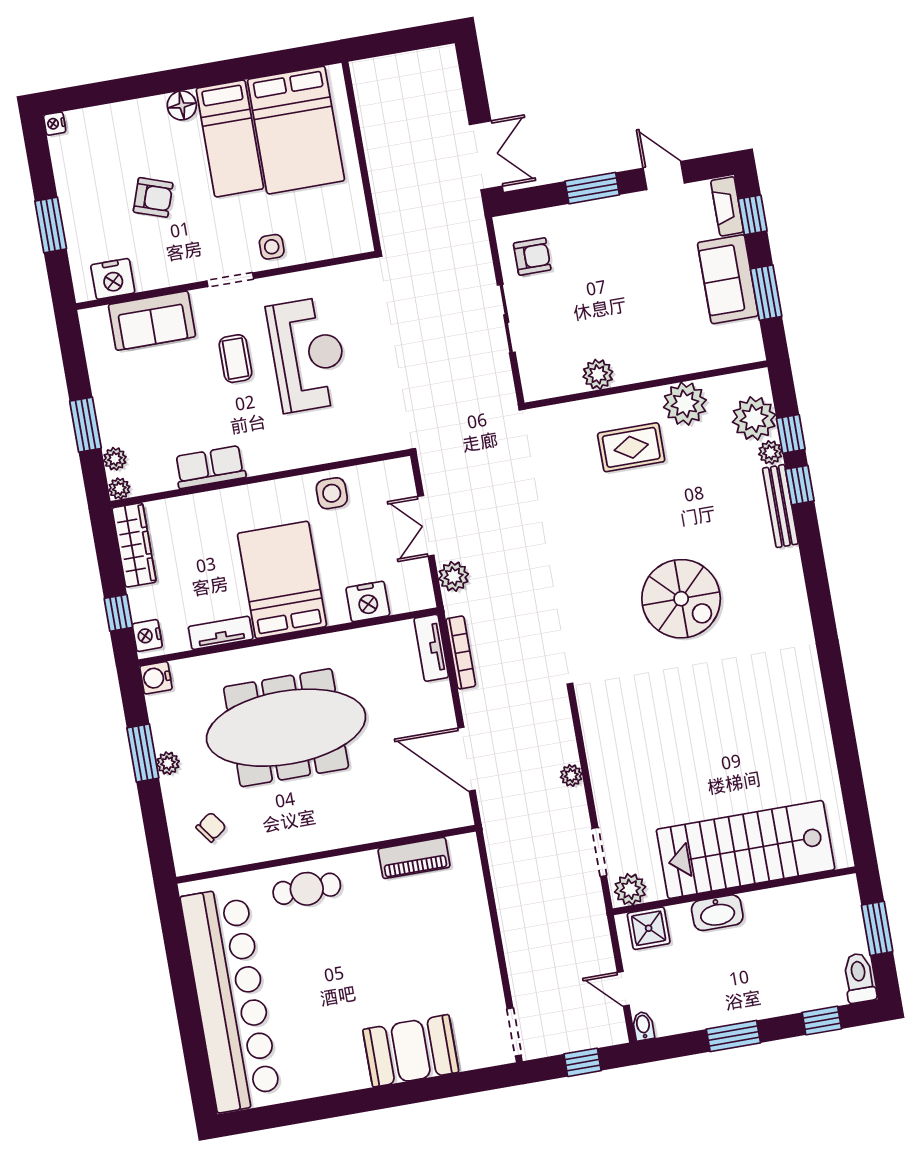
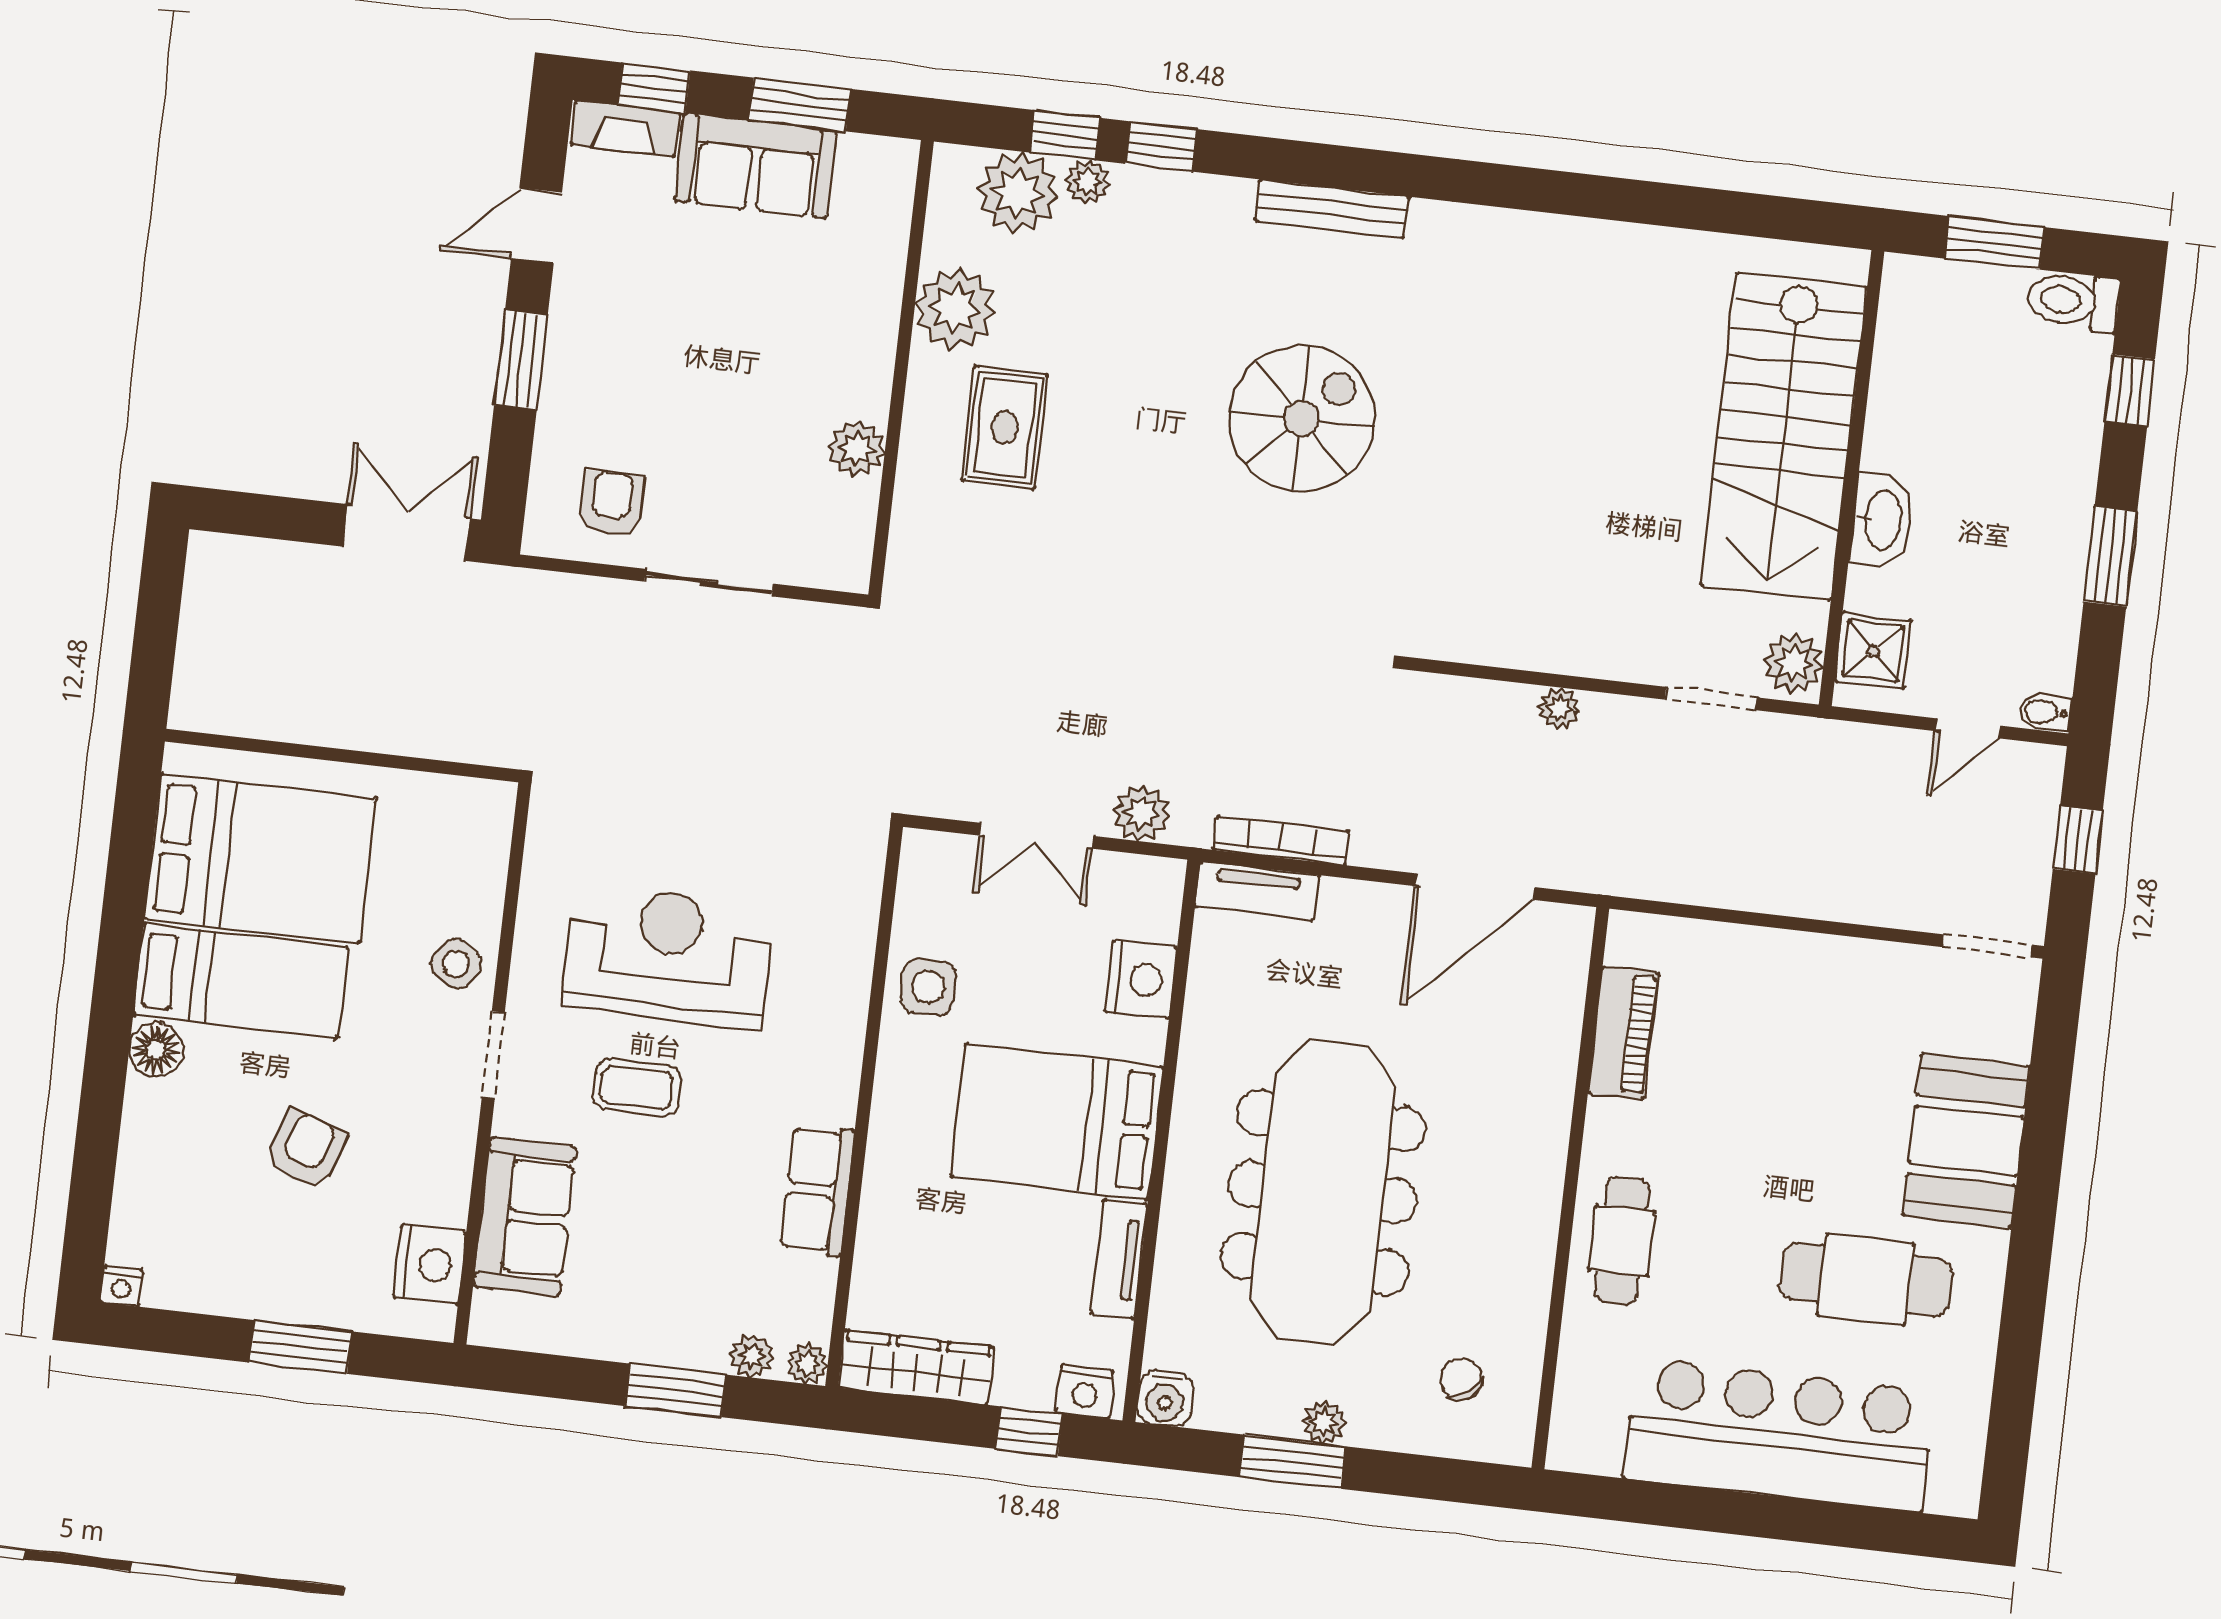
side table: (272, 247) -> (456, 964), turned 35
bench: (780, 506) -> (1332, 209), moved
bar counter: (231, 999) -> (1779, 1435), width x0.73
cafe table: (324, 1020) -> (1866, 1280), added

